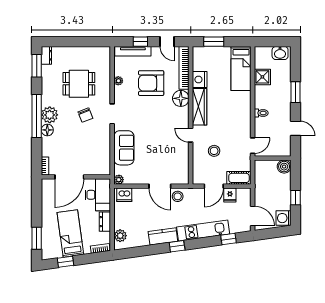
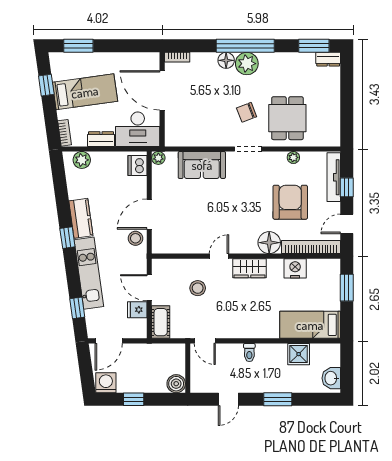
dining table: (79, 84) -> (287, 118), moved
wardrobe: (199, 107) -> (250, 268), width x0.67

